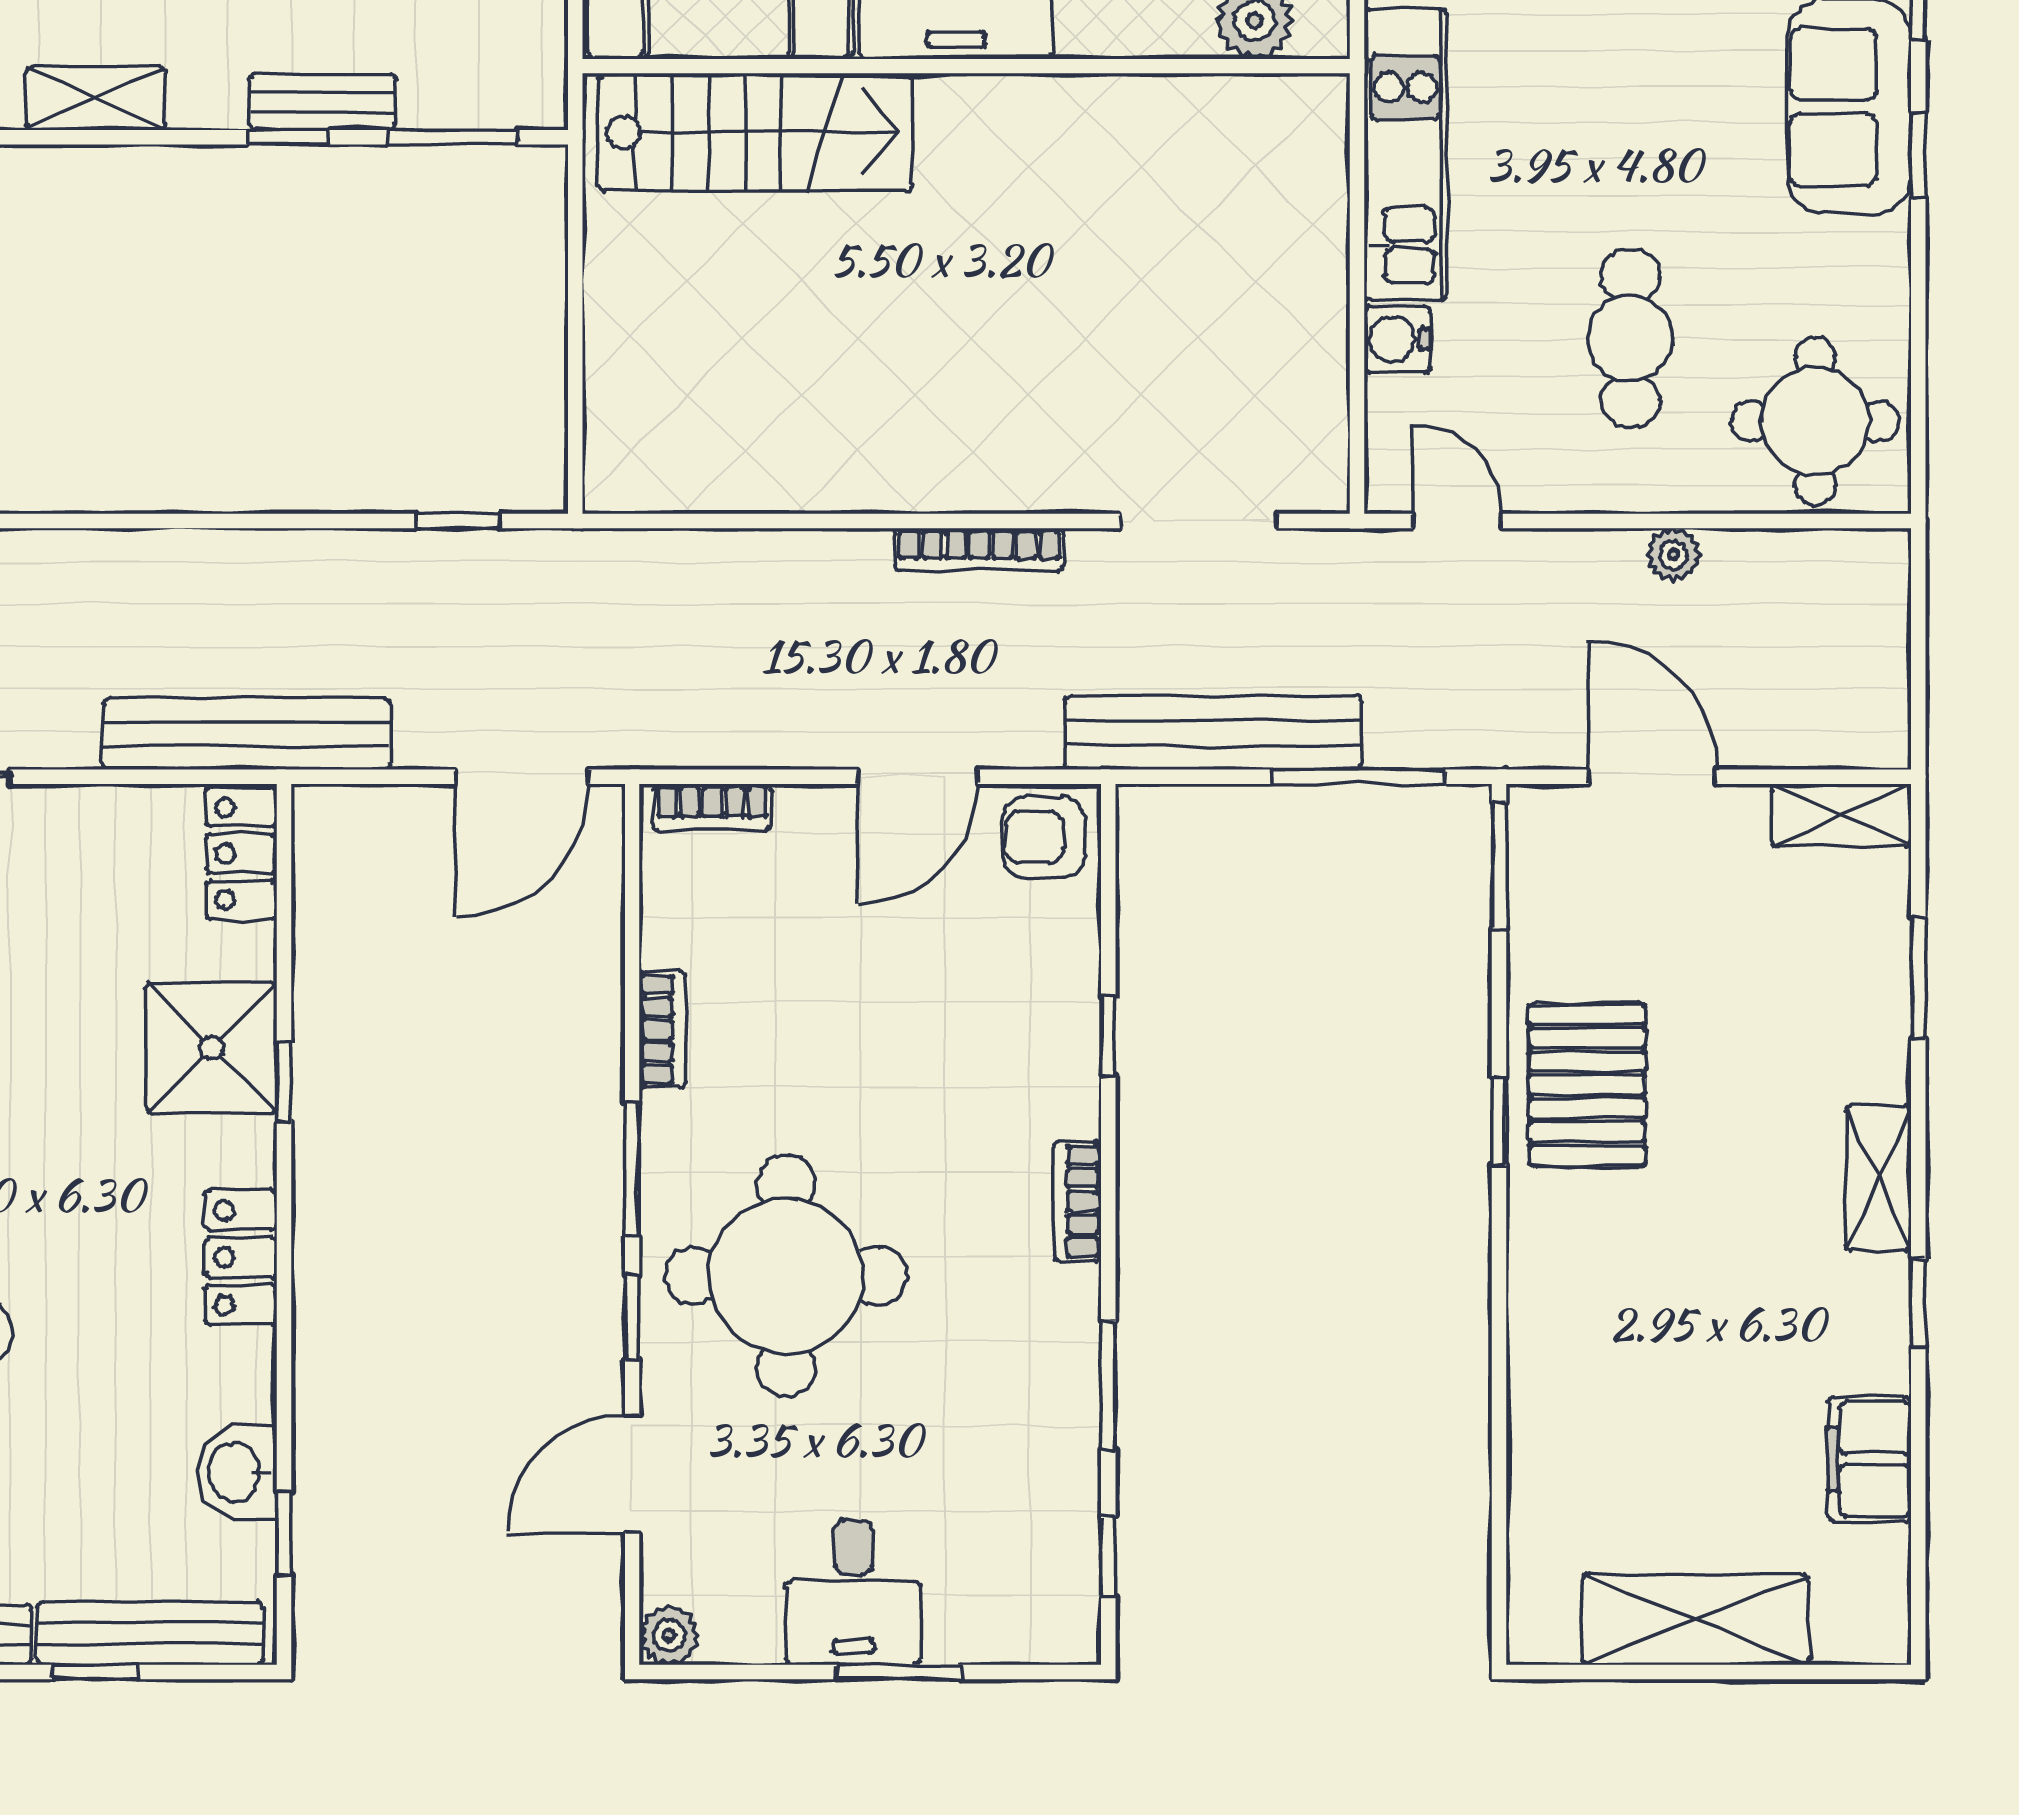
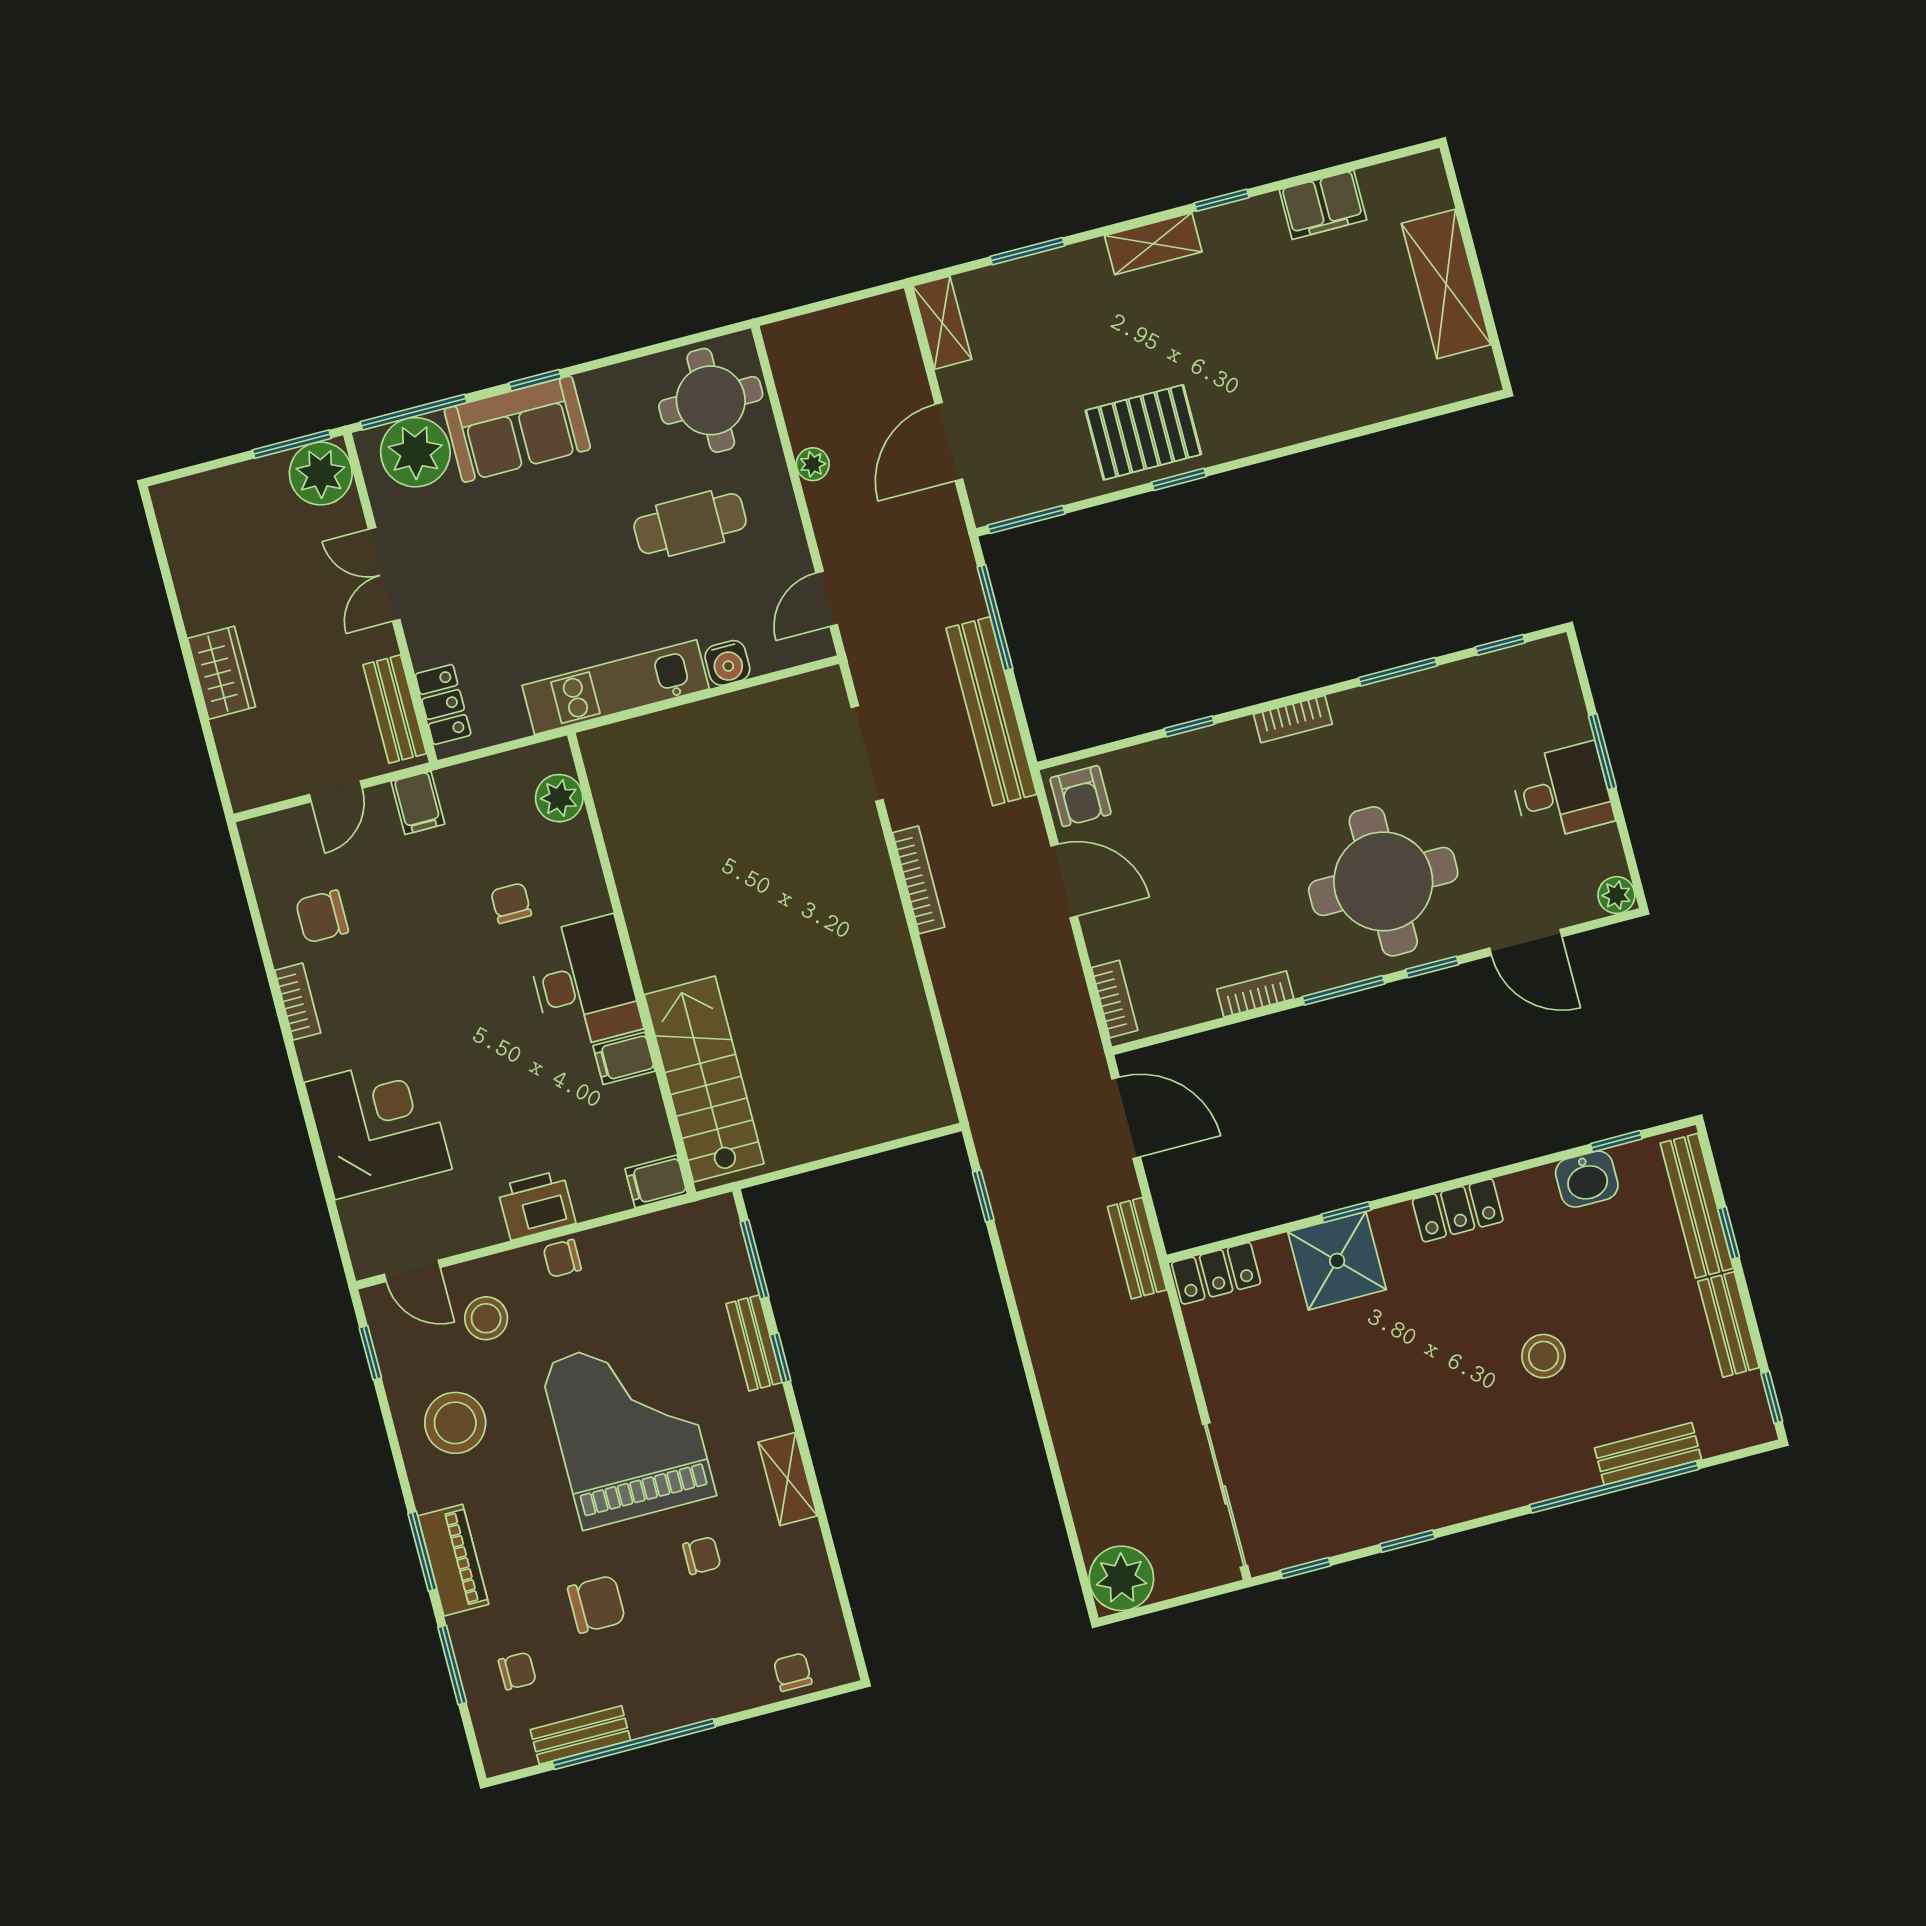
bench: (247, 734) -> (1137, 1248), width x0.54, depth x0.82

